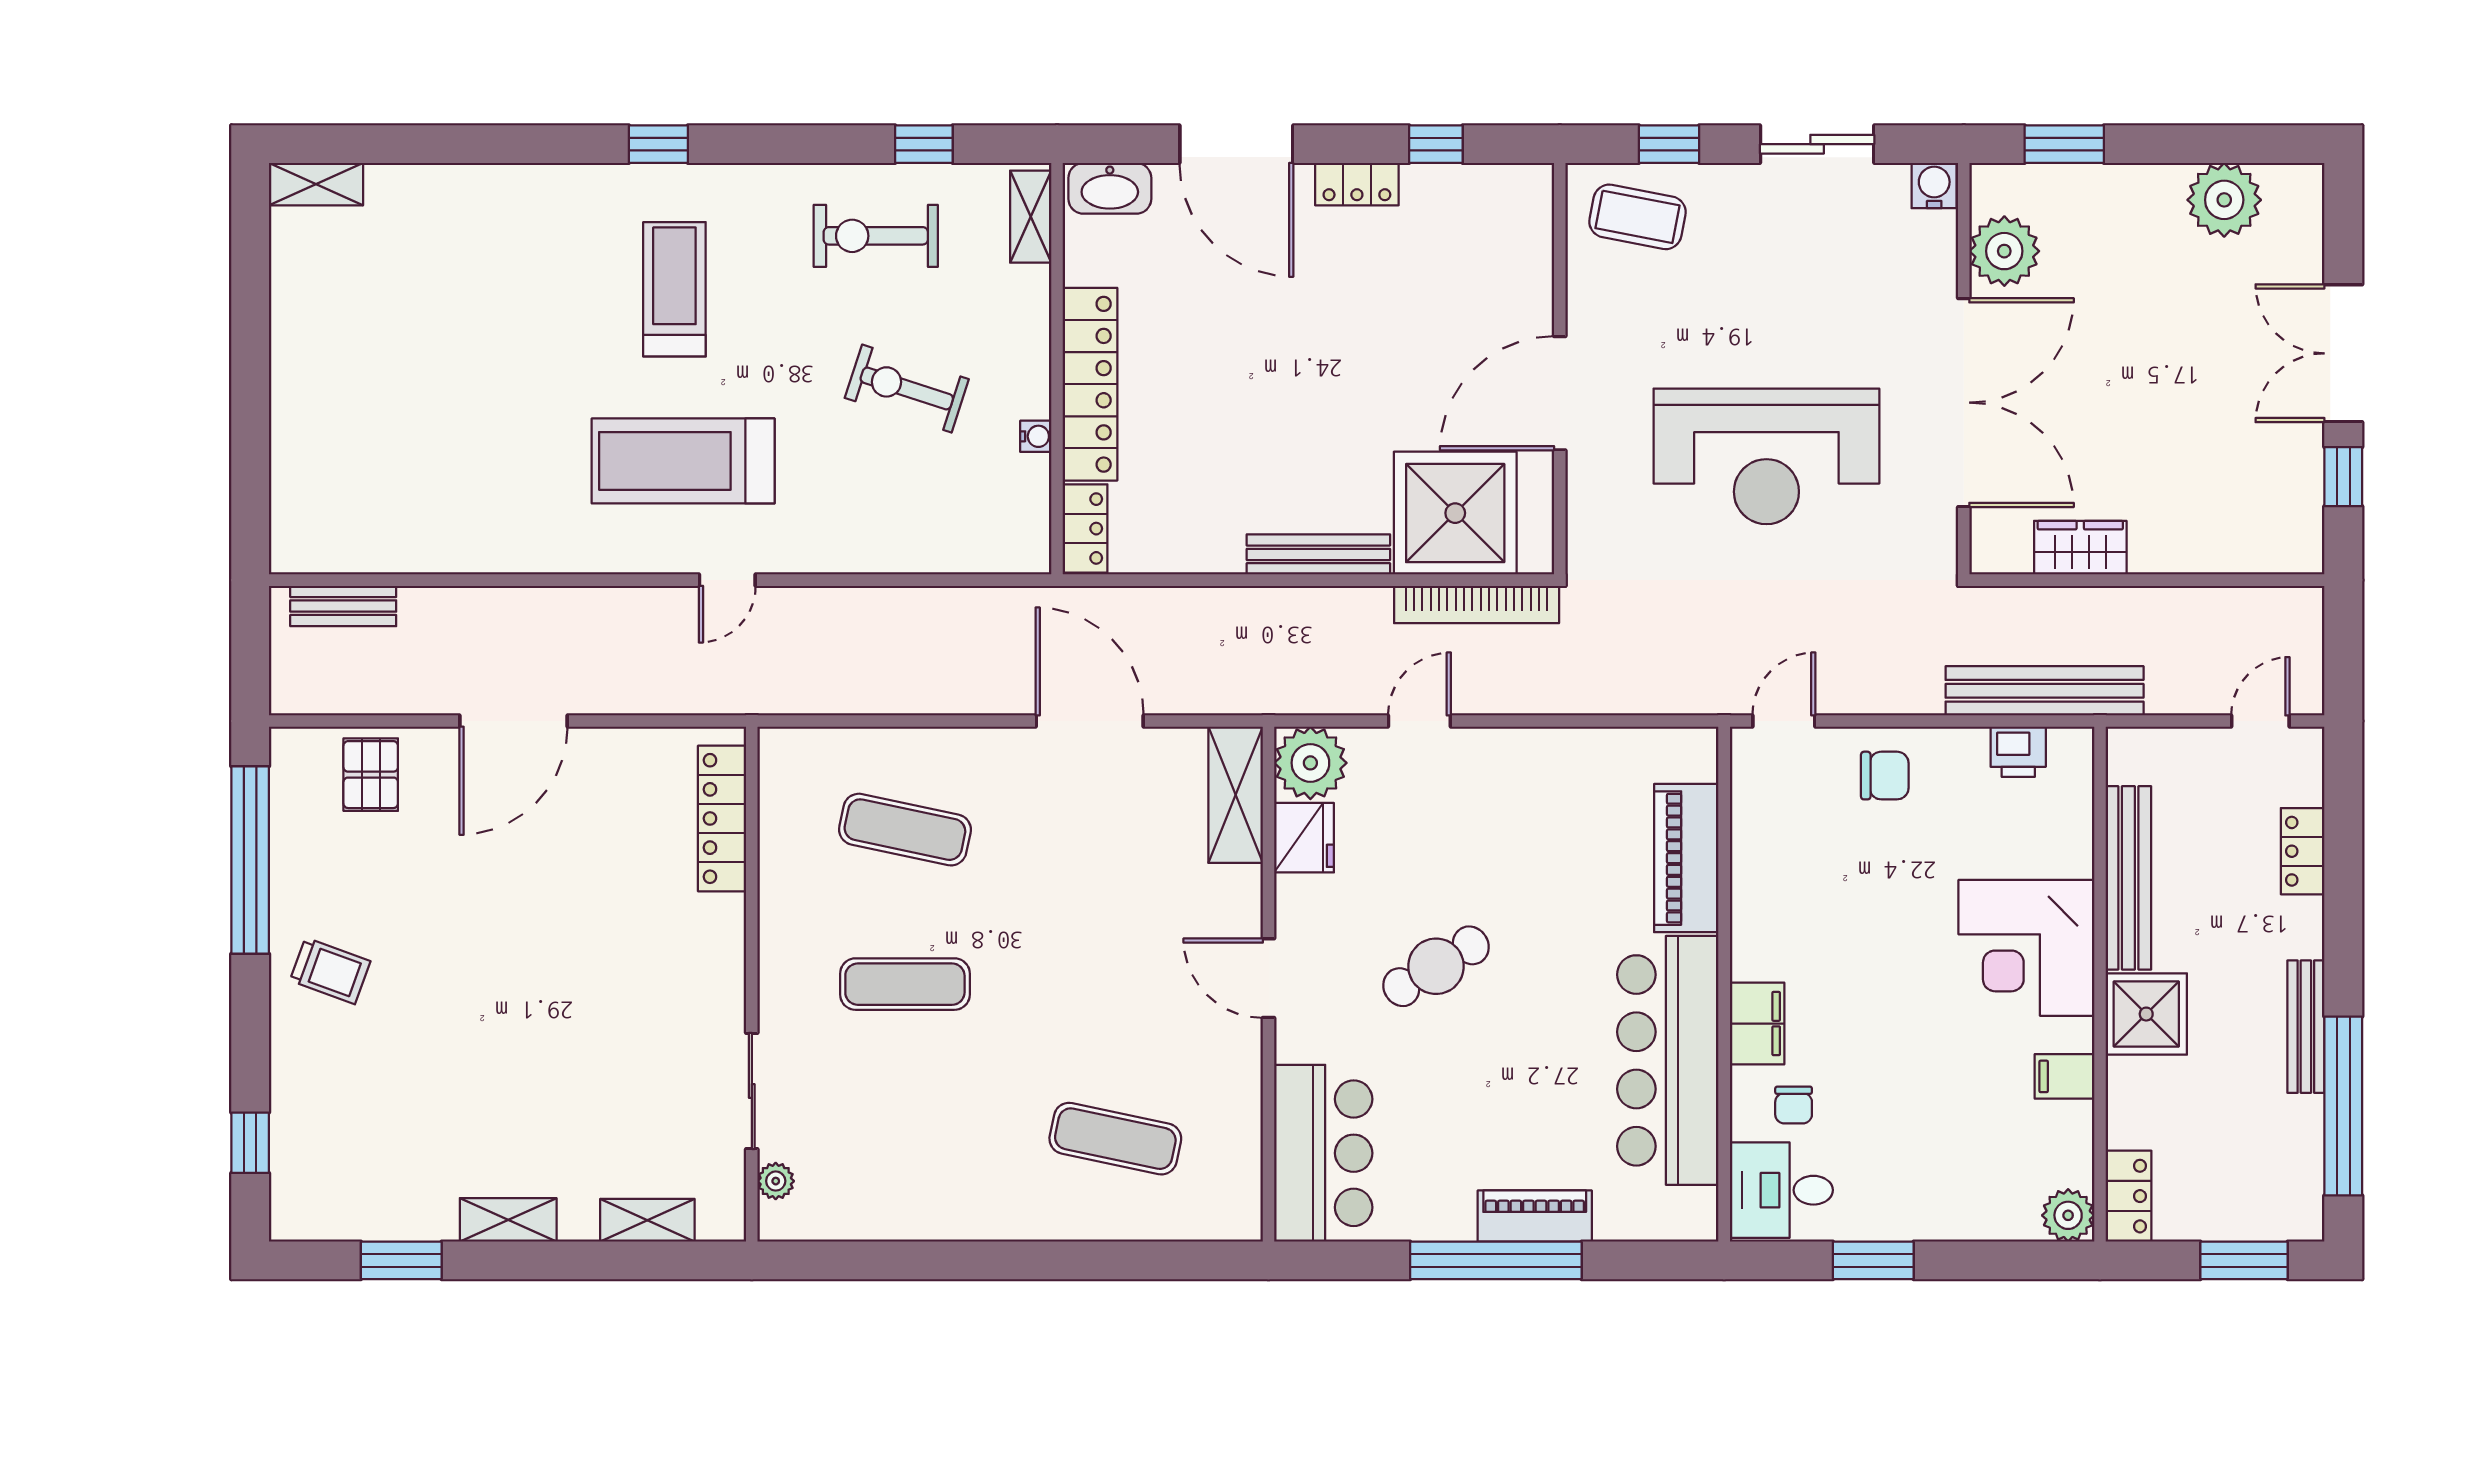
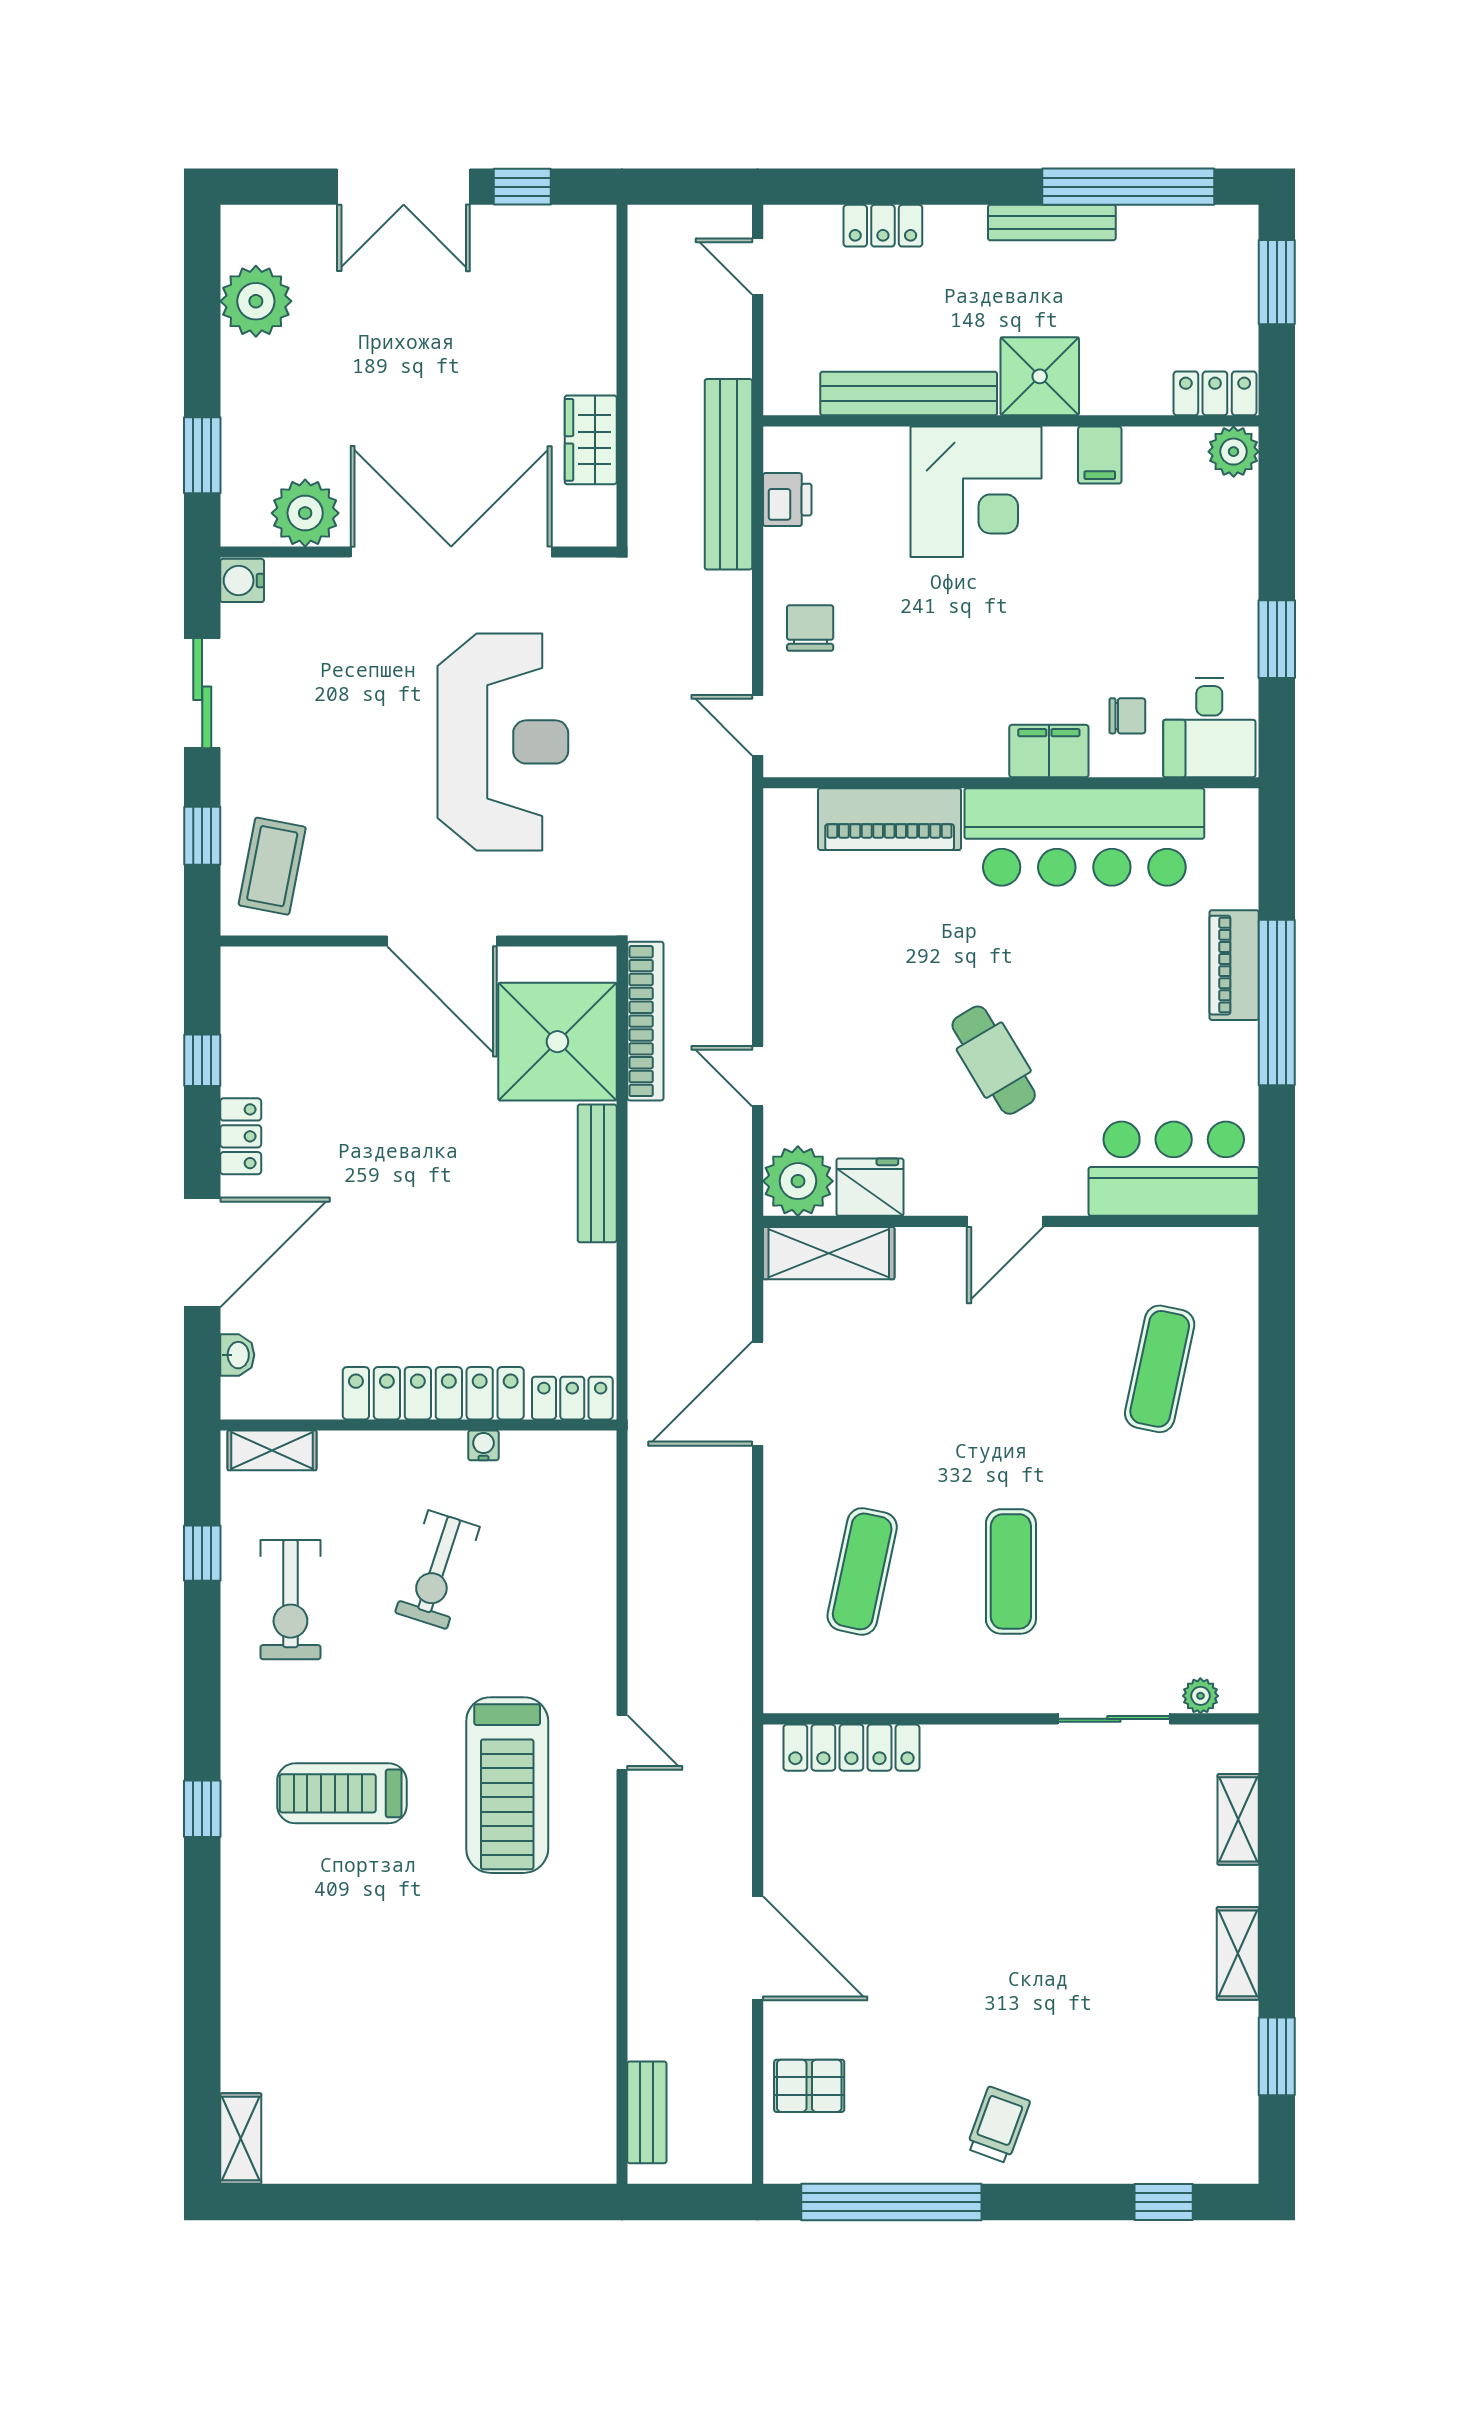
washbasin: (1110, 188) -> (237, 1355), width x0.52, depth x0.69

